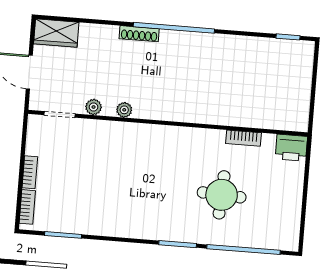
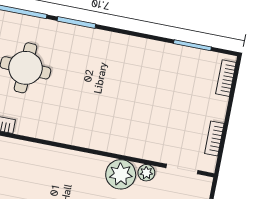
plant: (124, 110) -> (121, 174), width x1.87, depth x1.87
bookcase: (30, 172) -> (214, 138), moved

